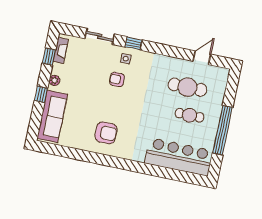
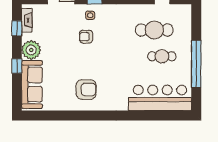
plant: (54, 80) -> (31, 50), width x1.88, depth x1.88

